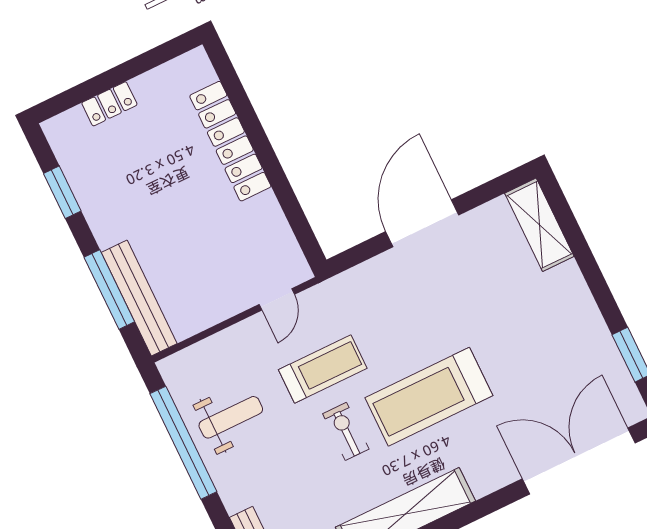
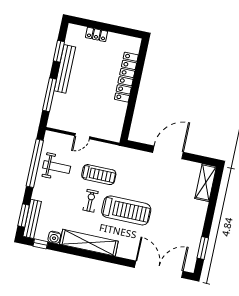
bench: (139, 298) -> (65, 69), moved
door: (277, 299) -> (82, 136), moved
treadmill: (429, 397) -> (126, 210), turned 180

